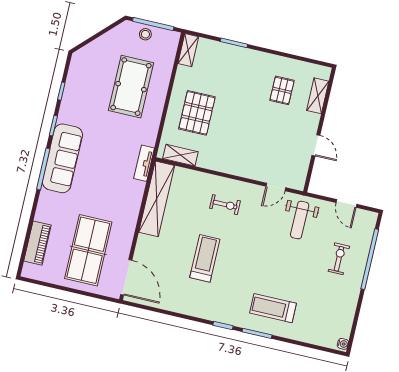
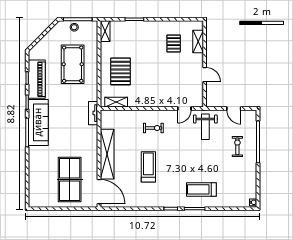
shelving: (157, 199) -> (107, 154), moved
piano: (37, 243) -> (37, 79), moved, width x1.37, depth x1.33

